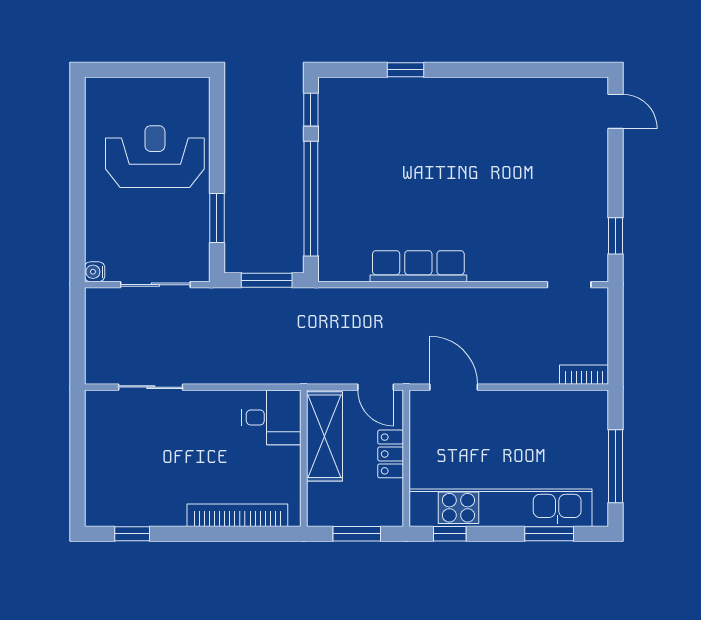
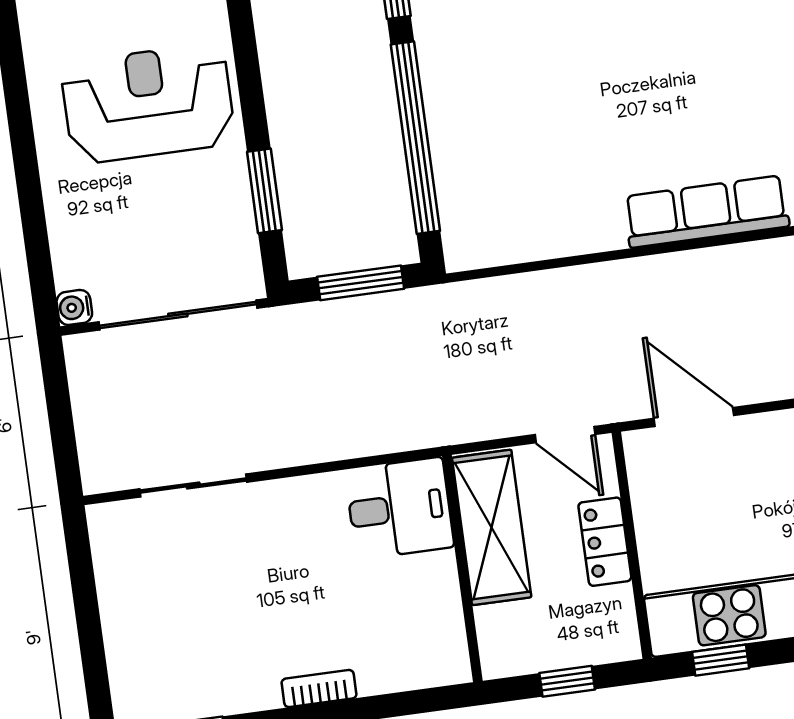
row of seats: (418, 266) -> (706, 211), moved
sliding door: (155, 285) -> (178, 315), width x1.37
bookcase: (237, 515) -> (319, 689), width x0.43, depth x0.76
window: (357, 534) -> (567, 681), width x0.67

